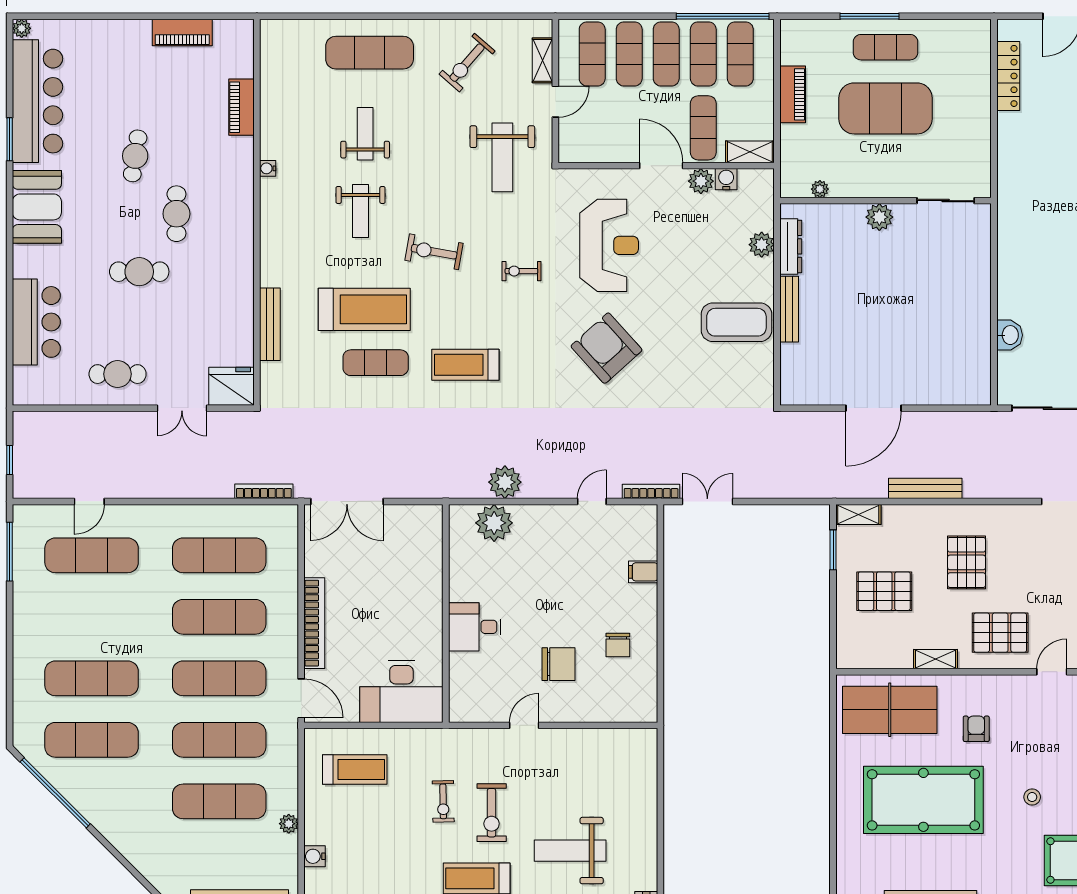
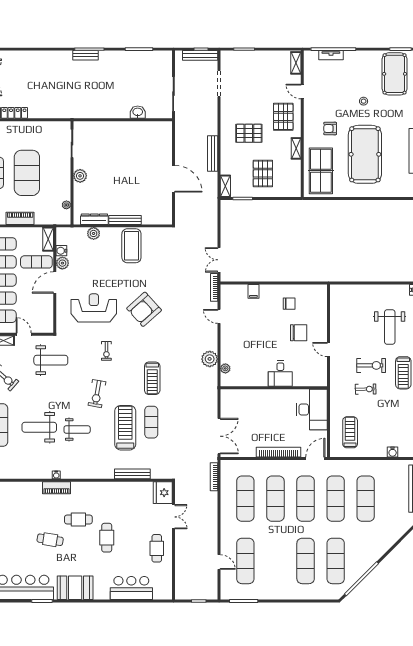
piano: (241, 107) -> (56, 488), moved
weight bench: (365, 134) -> (39, 427), width x1.36, depth x1.33
plant: (494, 523) -> (225, 368), width x0.53, depth x0.53
chair: (558, 664) -> (299, 333), turned 90
plant: (289, 824) -> (377, 465), removed

